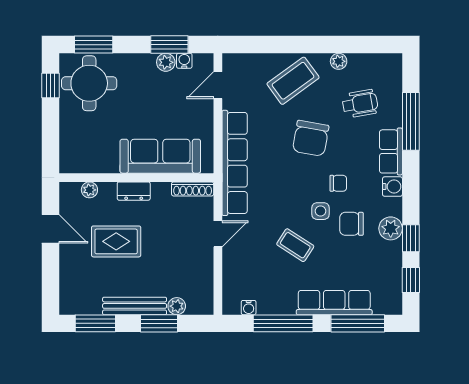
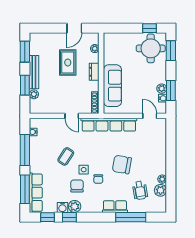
plant: (360, 65) -> (160, 190), added
coffee table: (293, 81) -> (152, 155), removed
water cooler: (392, 187) -> (62, 207), moved
row of seats: (334, 303) -> (36, 193), moved

